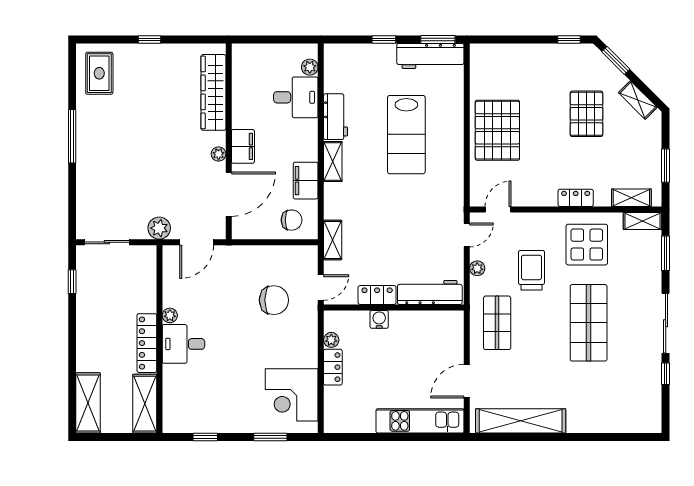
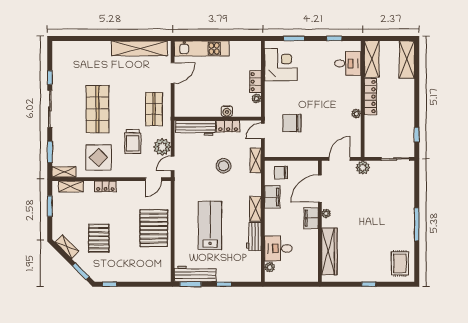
stool: (384, 231) -> (224, 166), added
plant: (477, 268) -> (162, 147), width x1.87, depth x1.87
desk: (183, 344) -> (348, 63), moved

